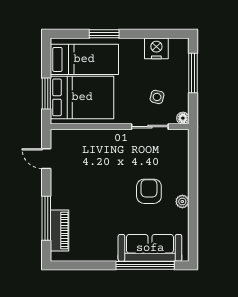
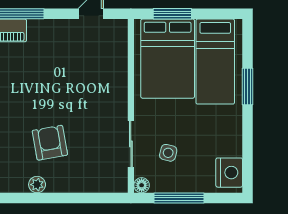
nightstand: (156, 48) -> (229, 173), moved
window: (193, 73) -> (179, 198), moved
armchair: (149, 191) -> (50, 143), turned -100

